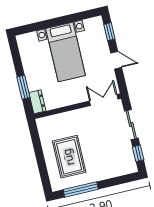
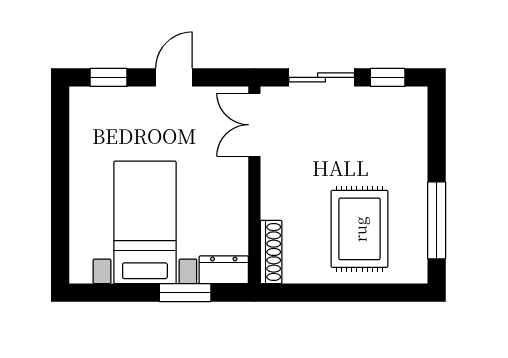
bed with nightstands: (66, 52) -> (145, 222), moved, turned -90
shoe rack: (50, 121) -> (271, 252), added
rug: (69, 157) -> (360, 229), turned 90

